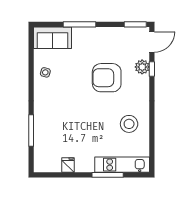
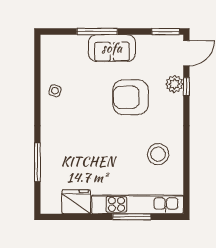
sofa: (52, 38) -> (112, 48), moved
fridge: (68, 165) -> (76, 202), width x1.88, depth x1.34
kitchen unit: (122, 165) -> (137, 204), width x1.36

